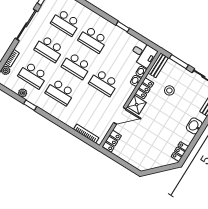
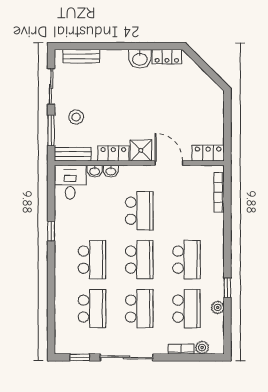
stool: (169, 90) -> (76, 117), moved
washbasin: (194, 126) -> (140, 59), moved

